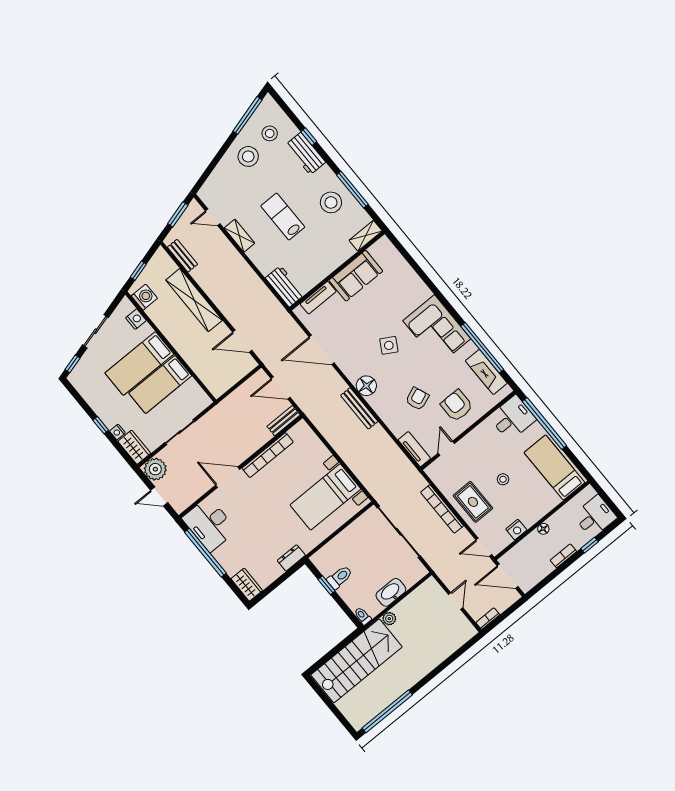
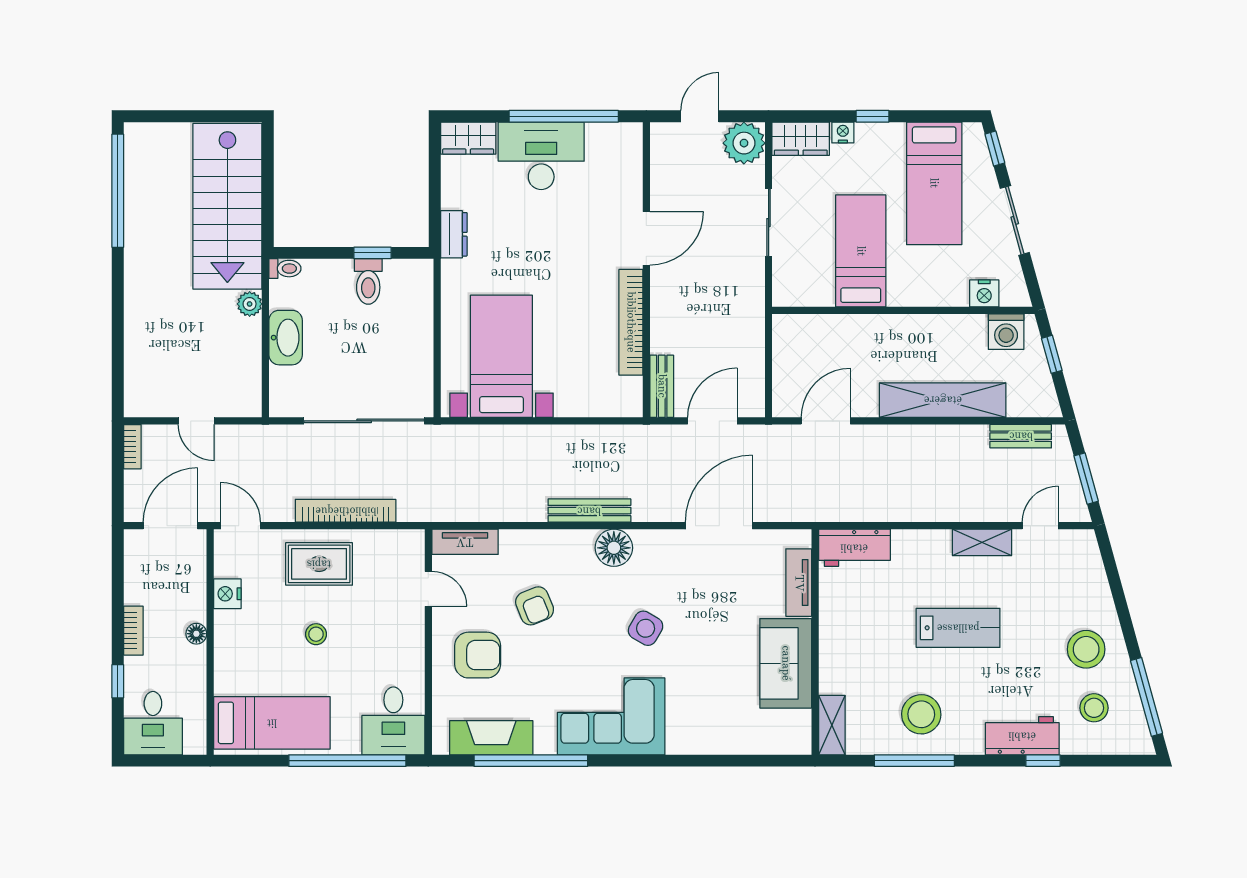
bed: (139, 363) -> (934, 183), moved, turned 180
desk: (209, 524) -> (541, 156), moved
door: (484, 547) -> (241, 526), hinge flipped

